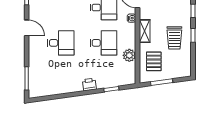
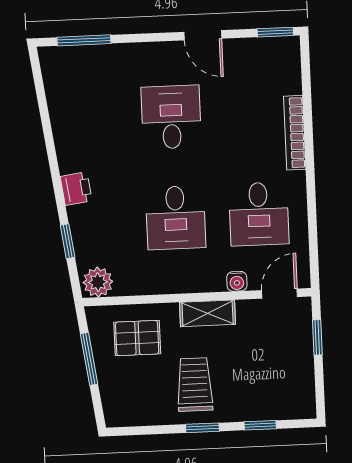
door: (27, 28) -> (203, 35), hinge flipped
trolley: (174, 38) -> (195, 384), turned 90
desk: (61, 43) -> (171, 117), turned 180
plant: (129, 55) -> (98, 282), moved

